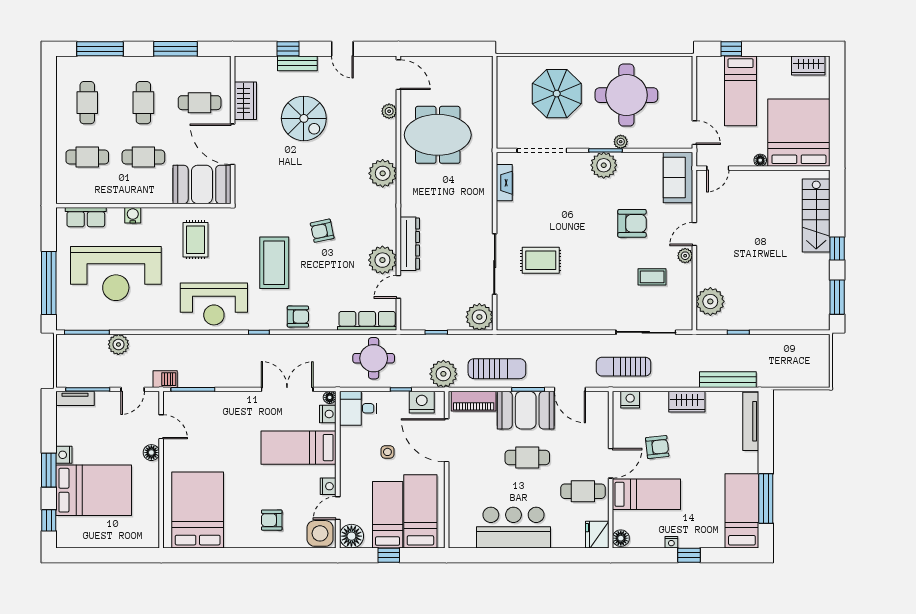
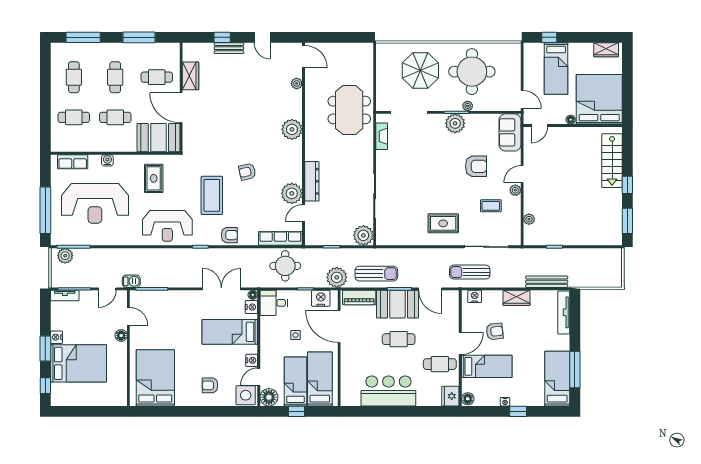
spiral stairs: (304, 118) -> (234, 89), removed
meeting table: (438, 135) -> (349, 110), moved, turned 90
rug: (541, 260) -> (443, 223), moved
plant: (710, 301) -> (529, 219), width x0.53, depth x0.53
plant: (118, 344) -> (65, 256), moved

